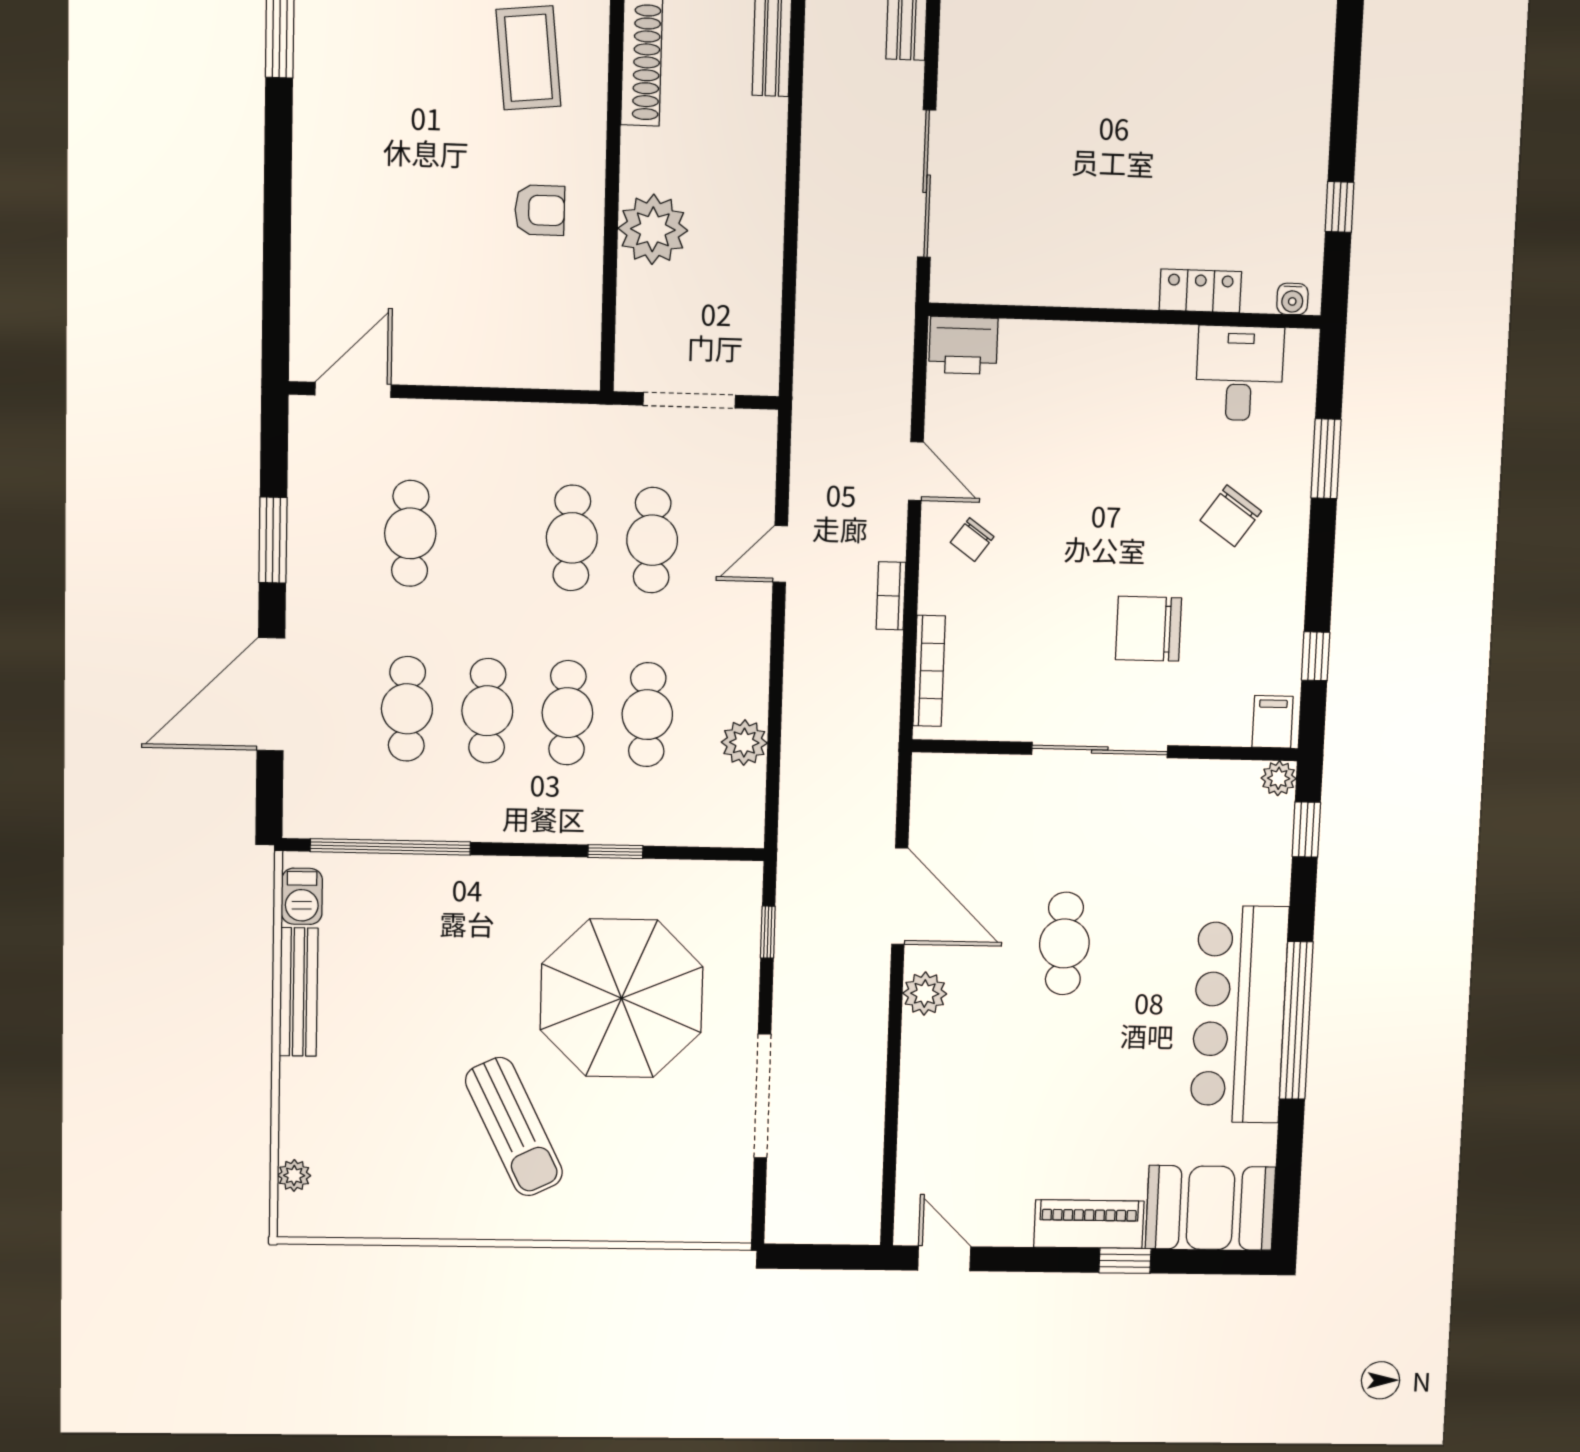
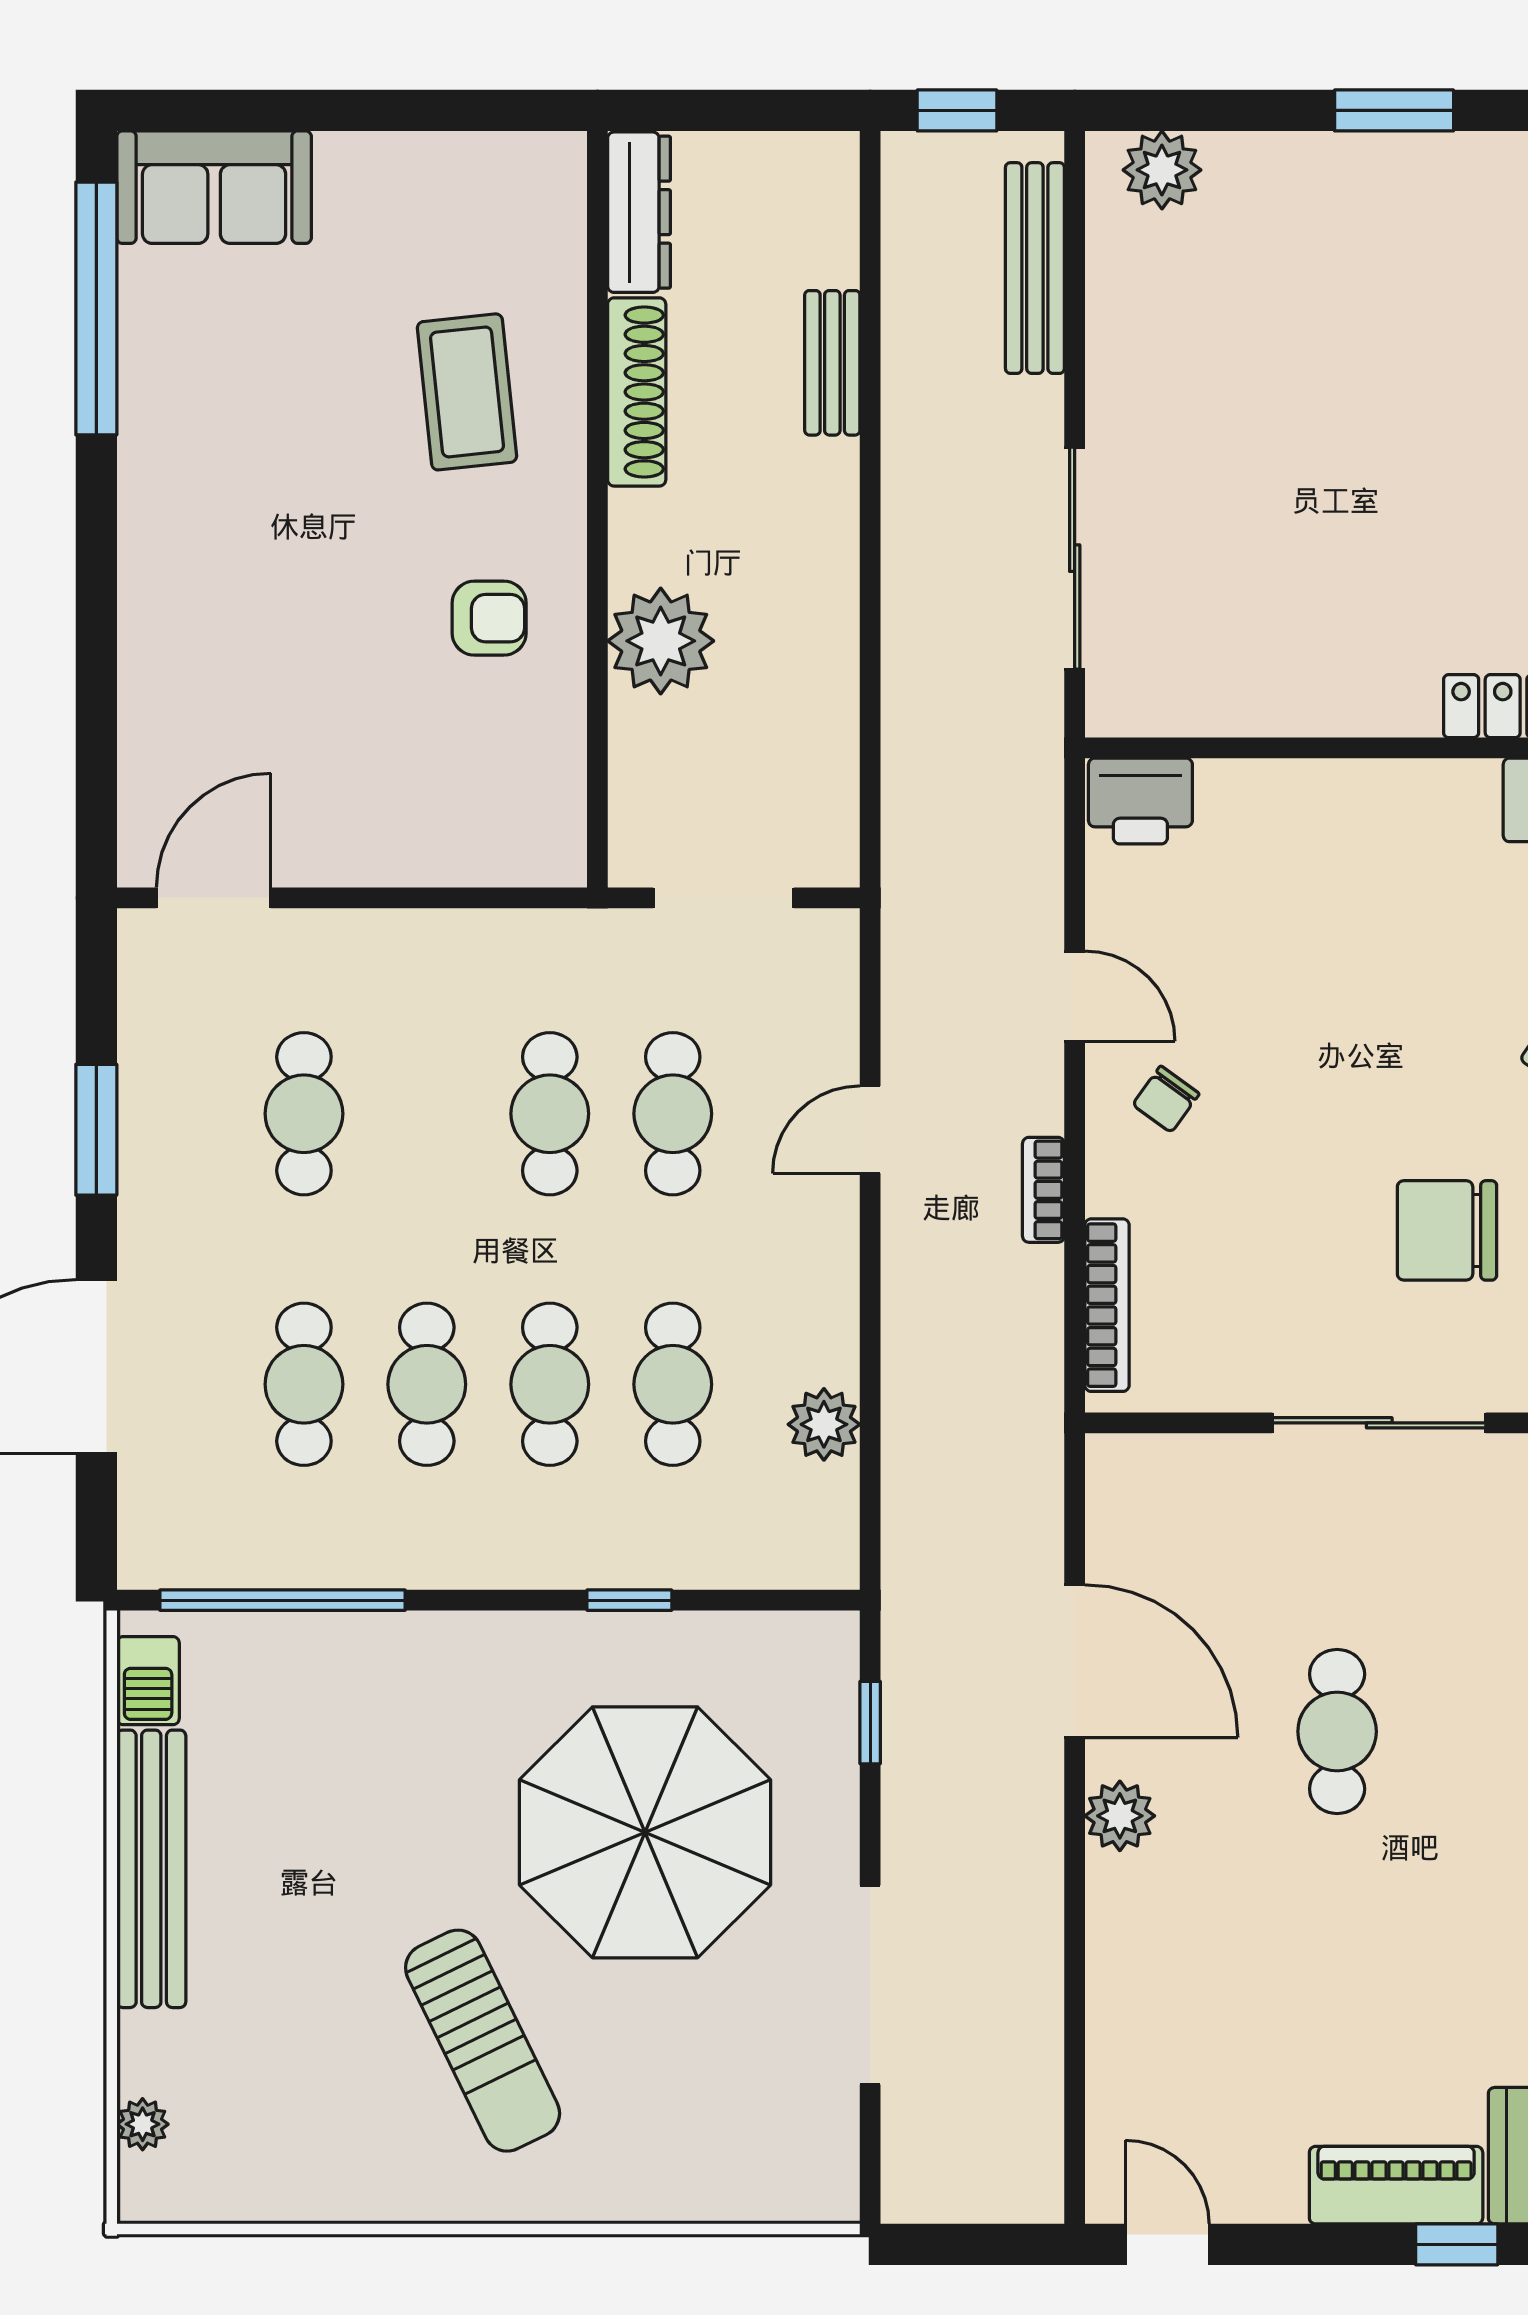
bench: (299, 992) -> (151, 1869), width x1.37, depth x1.21

